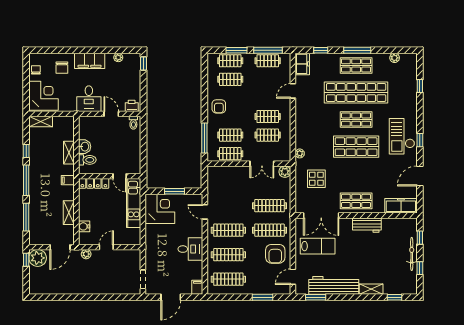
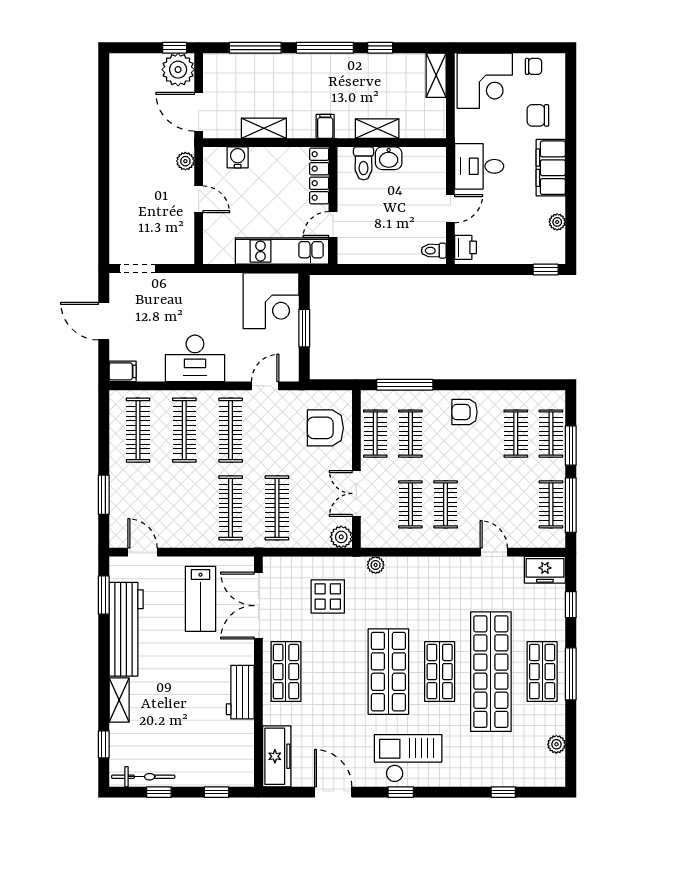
desk: (190, 249) -> (195, 358), width x1.37
armchair: (275, 254) -> (325, 428), moved
bicycle: (412, 254) -> (143, 777), moved

